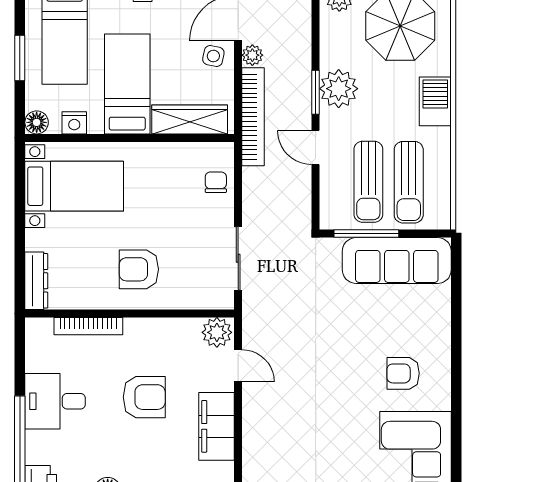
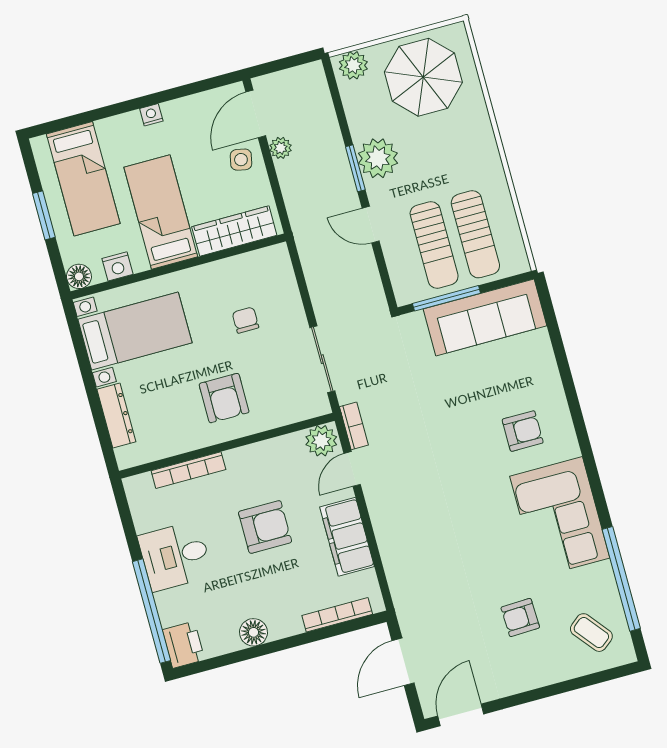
barbecue: (435, 101) -> (480, 144), removed
bookcase: (253, 117) -> (354, 426), moved, width x0.43, depth x0.76
chair: (216, 182) -> (245, 320), moved
armchair: (139, 269) -> (224, 398), turned -90
dresser: (36, 281) -> (116, 416), moved
door: (238, 366) -> (352, 469), swing flipped
armchair: (403, 373) -> (523, 431), turned 180

